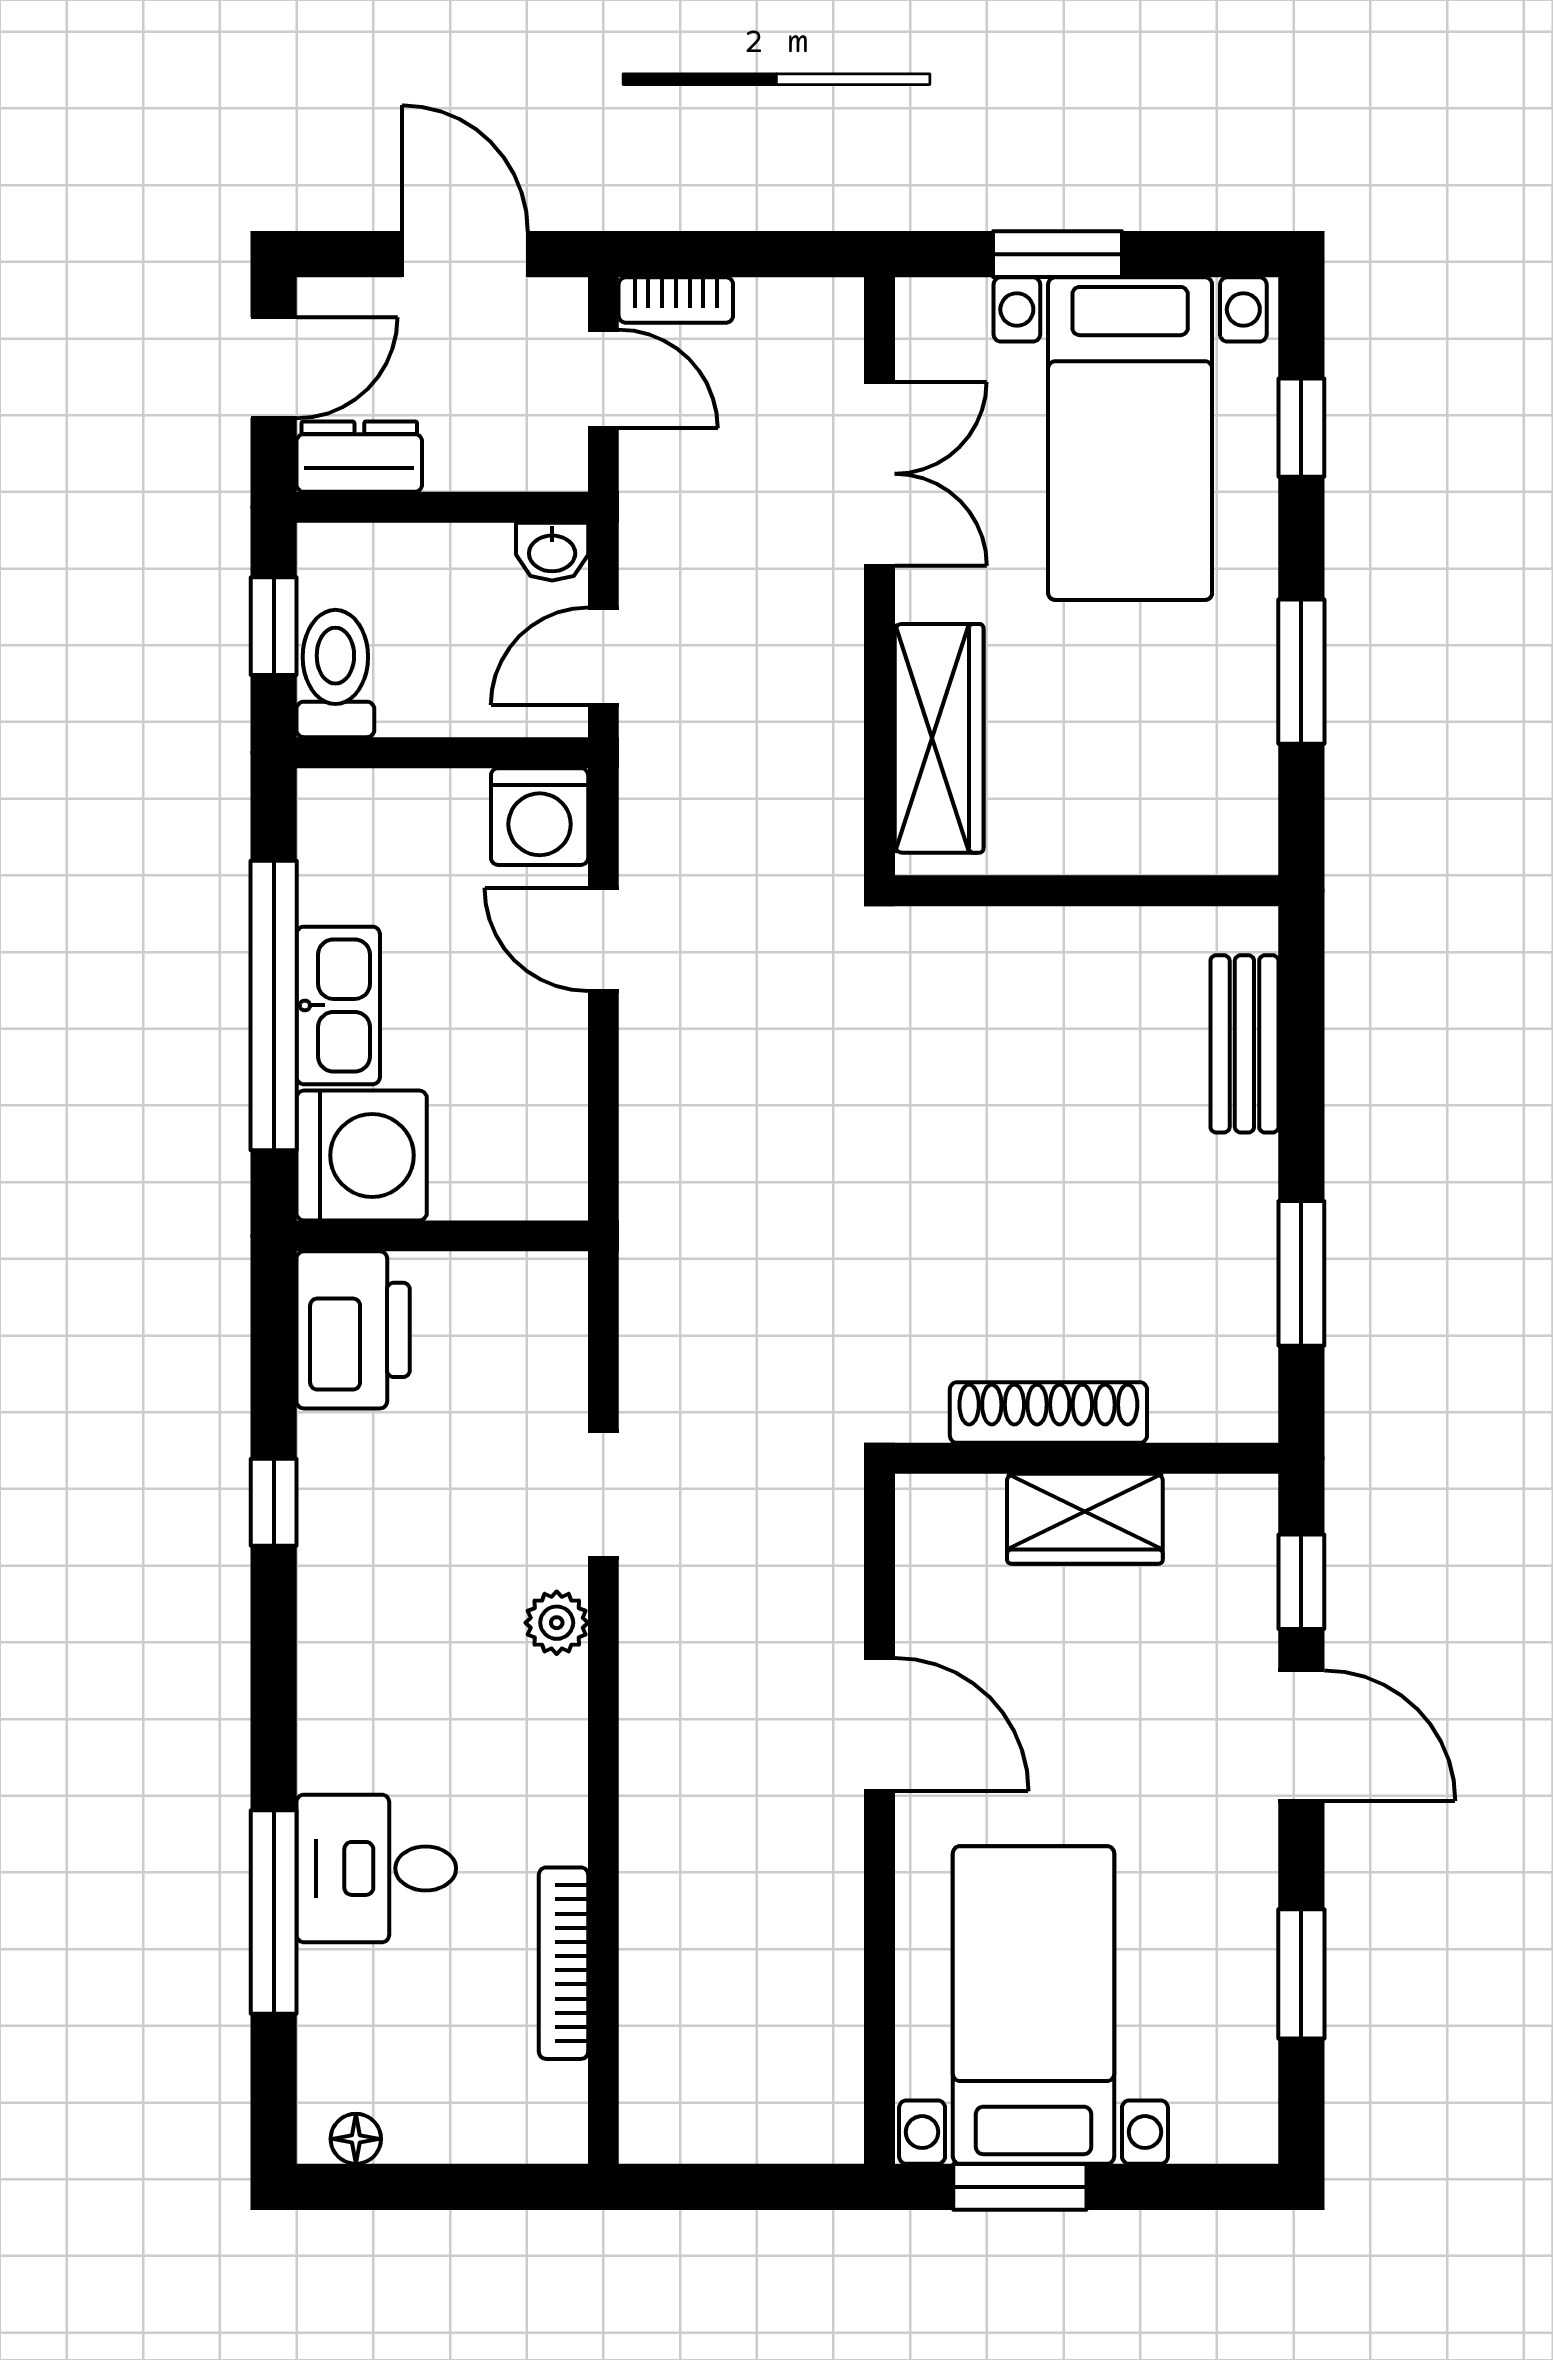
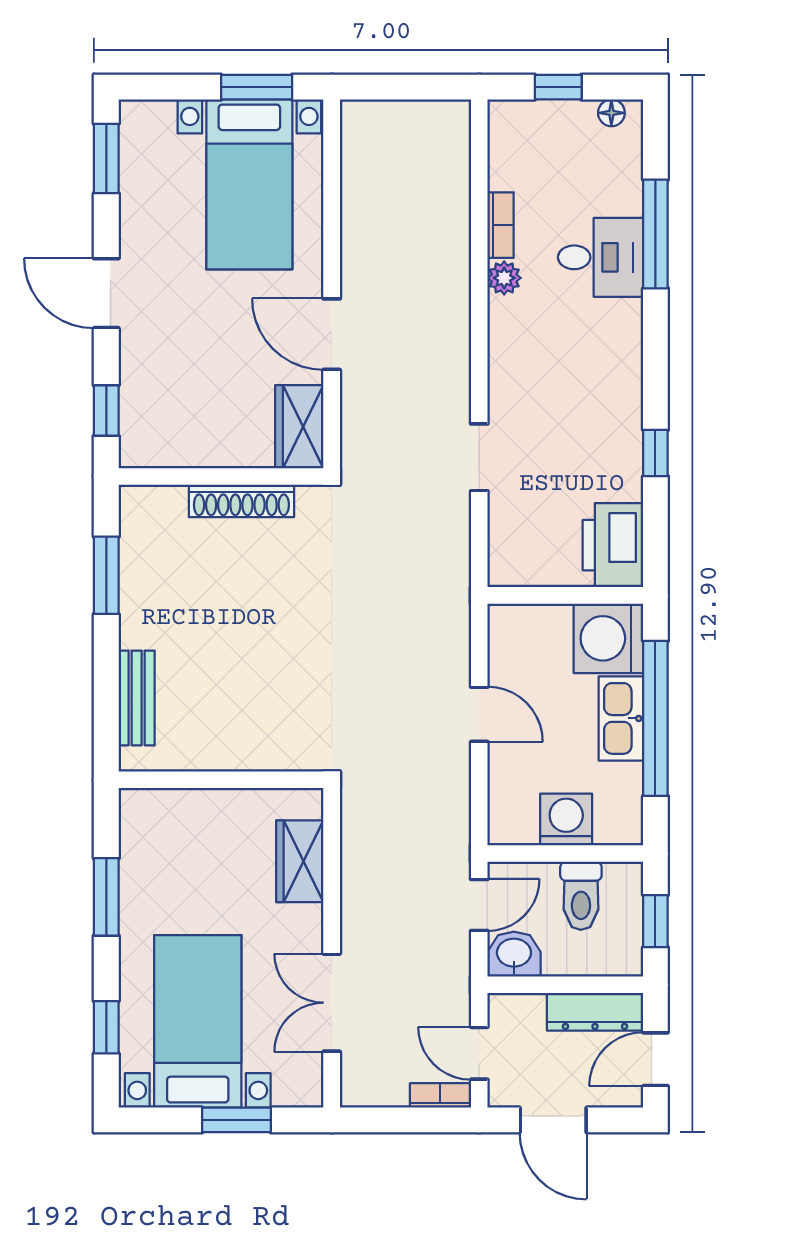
dresser: (359, 457) -> (595, 1012), width x1.44
washbasin: (552, 552) -> (514, 954), width x1.38, depth x1.45
toilet: (335, 674) -> (581, 896), moved
wardrobe: (939, 738) -> (300, 861), width x0.67
washing machine: (540, 817) -> (566, 819), moved
door: (603, 939) -> (479, 714), moved
wardrobe: (1085, 1519) -> (299, 427), moved, turned -90
plant: (557, 1623) -> (504, 278), moved
door: (1301, 1736) -> (106, 293), moved
bookcase: (564, 1963) -> (501, 225), width x0.64
window: (1301, 1974) -> (106, 158), moved
window: (456, 2187) -> (558, 87), added

